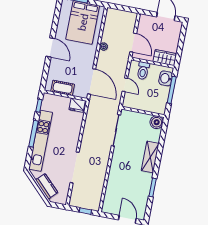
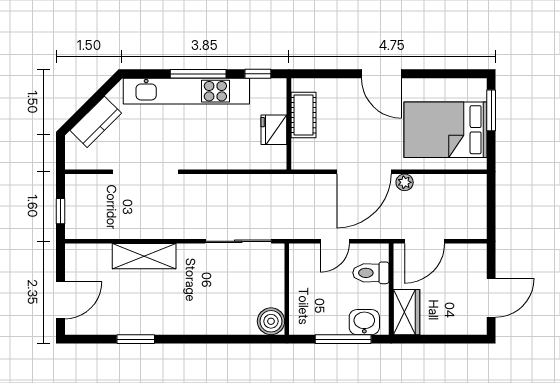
door: (50, 47) -> (381, 74), hinge flipped
door: (92, 81) -> (364, 172), moved
fridge: (77, 105) -> (274, 130), moved
shelving: (150, 157) -> (144, 256), moved

